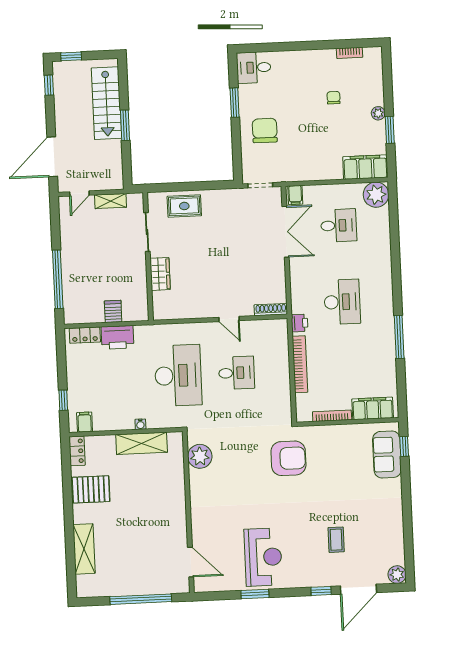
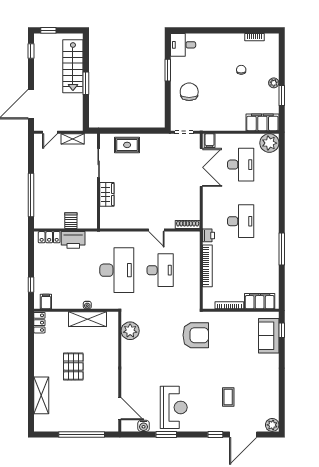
desk: (339, 225) -> (241, 165), width x1.37
desk: (236, 373) -> (160, 270), width x1.37
pallet: (91, 489) -> (73, 366), moved, turned 90
water cooler: (224, 584) -> (144, 426), added

